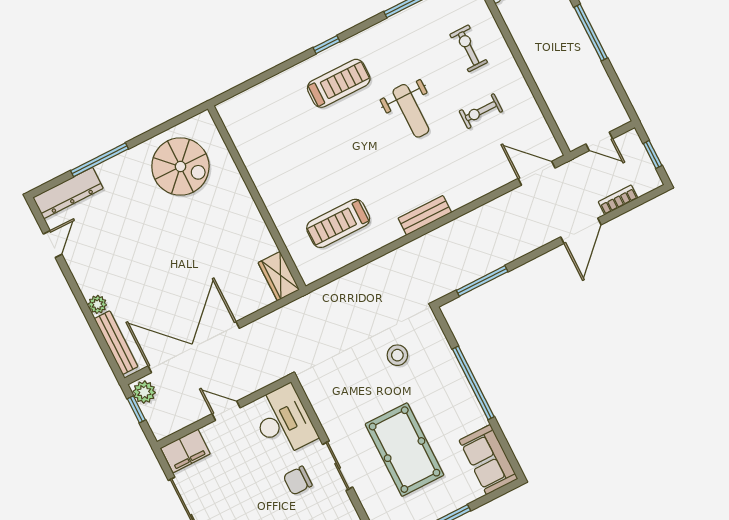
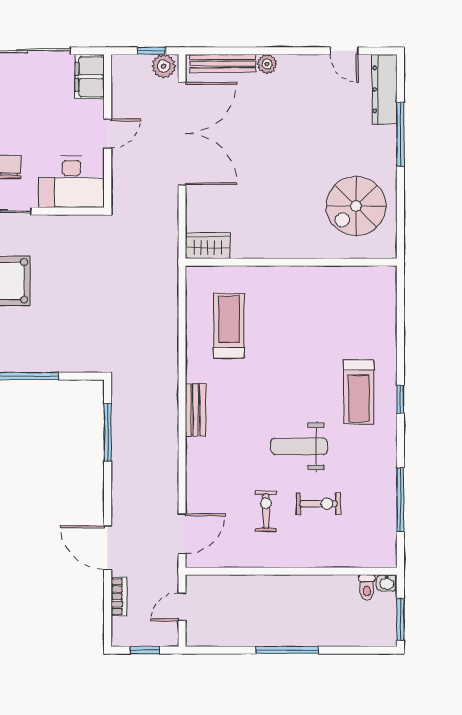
exercise bike: (469, 48) -> (318, 504), moved
stool: (397, 355) -> (79, 319), removed

